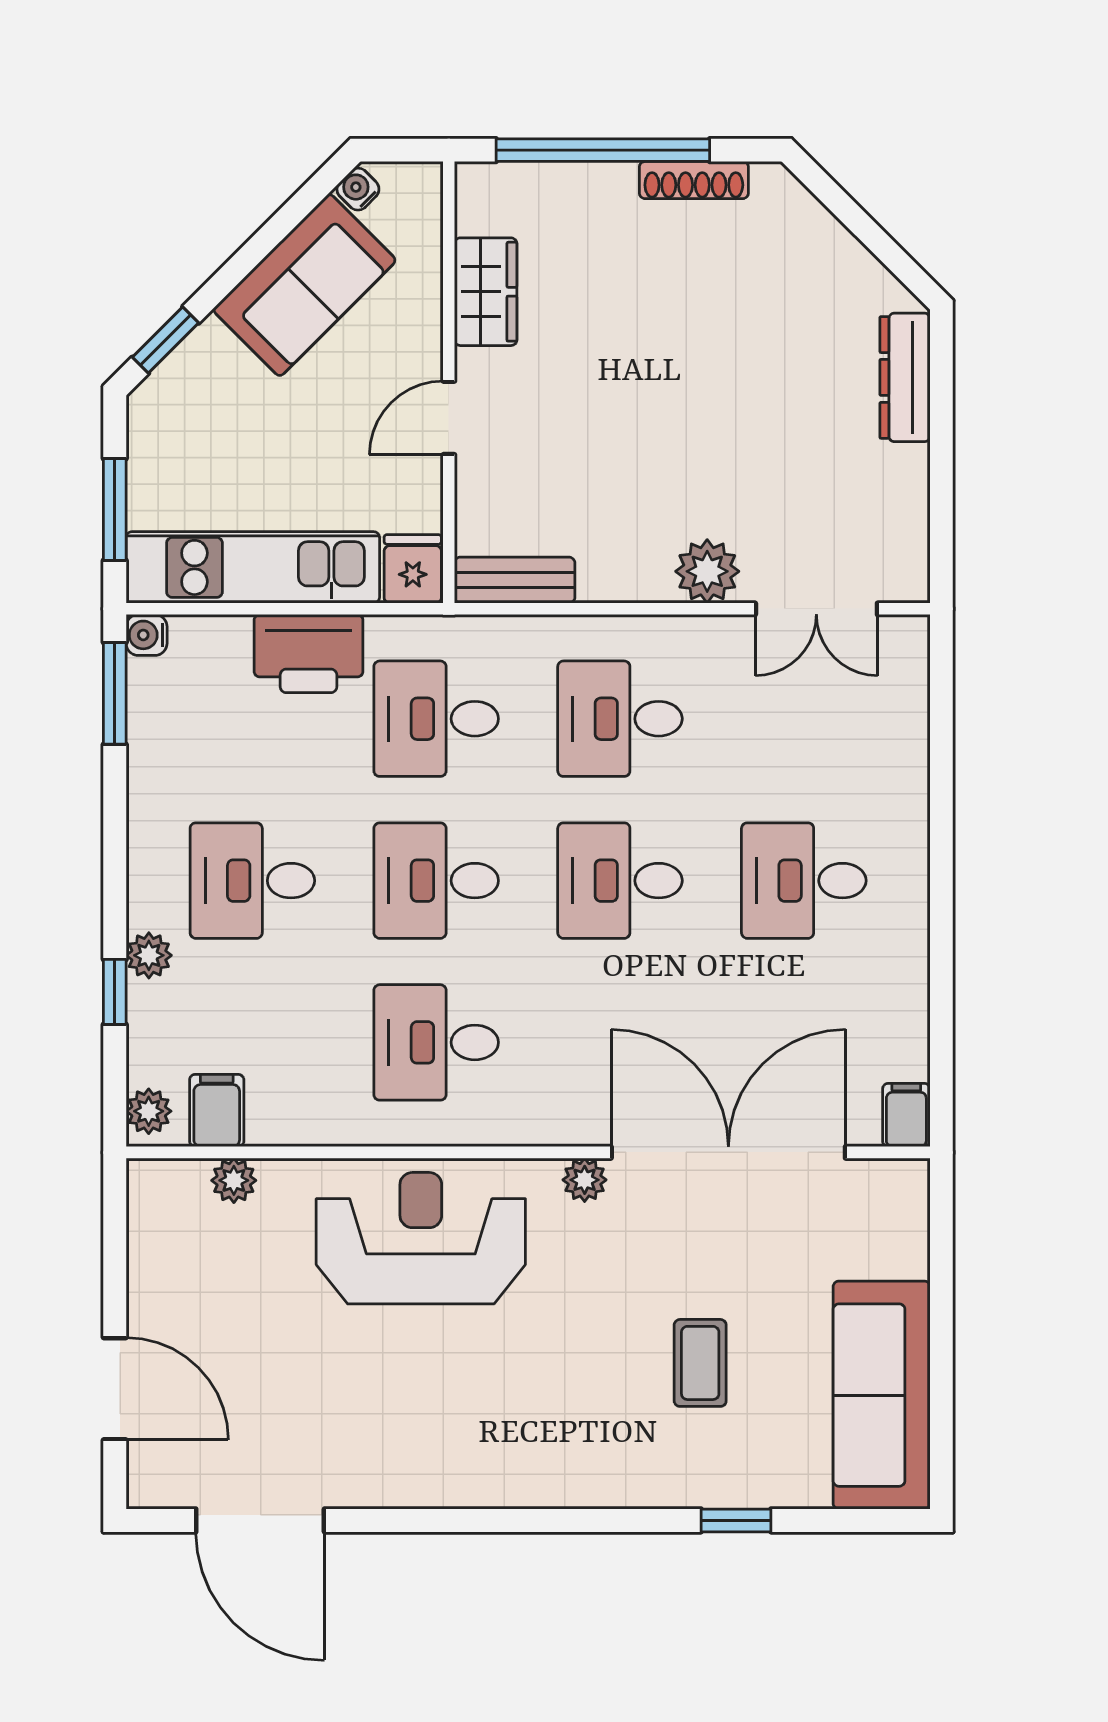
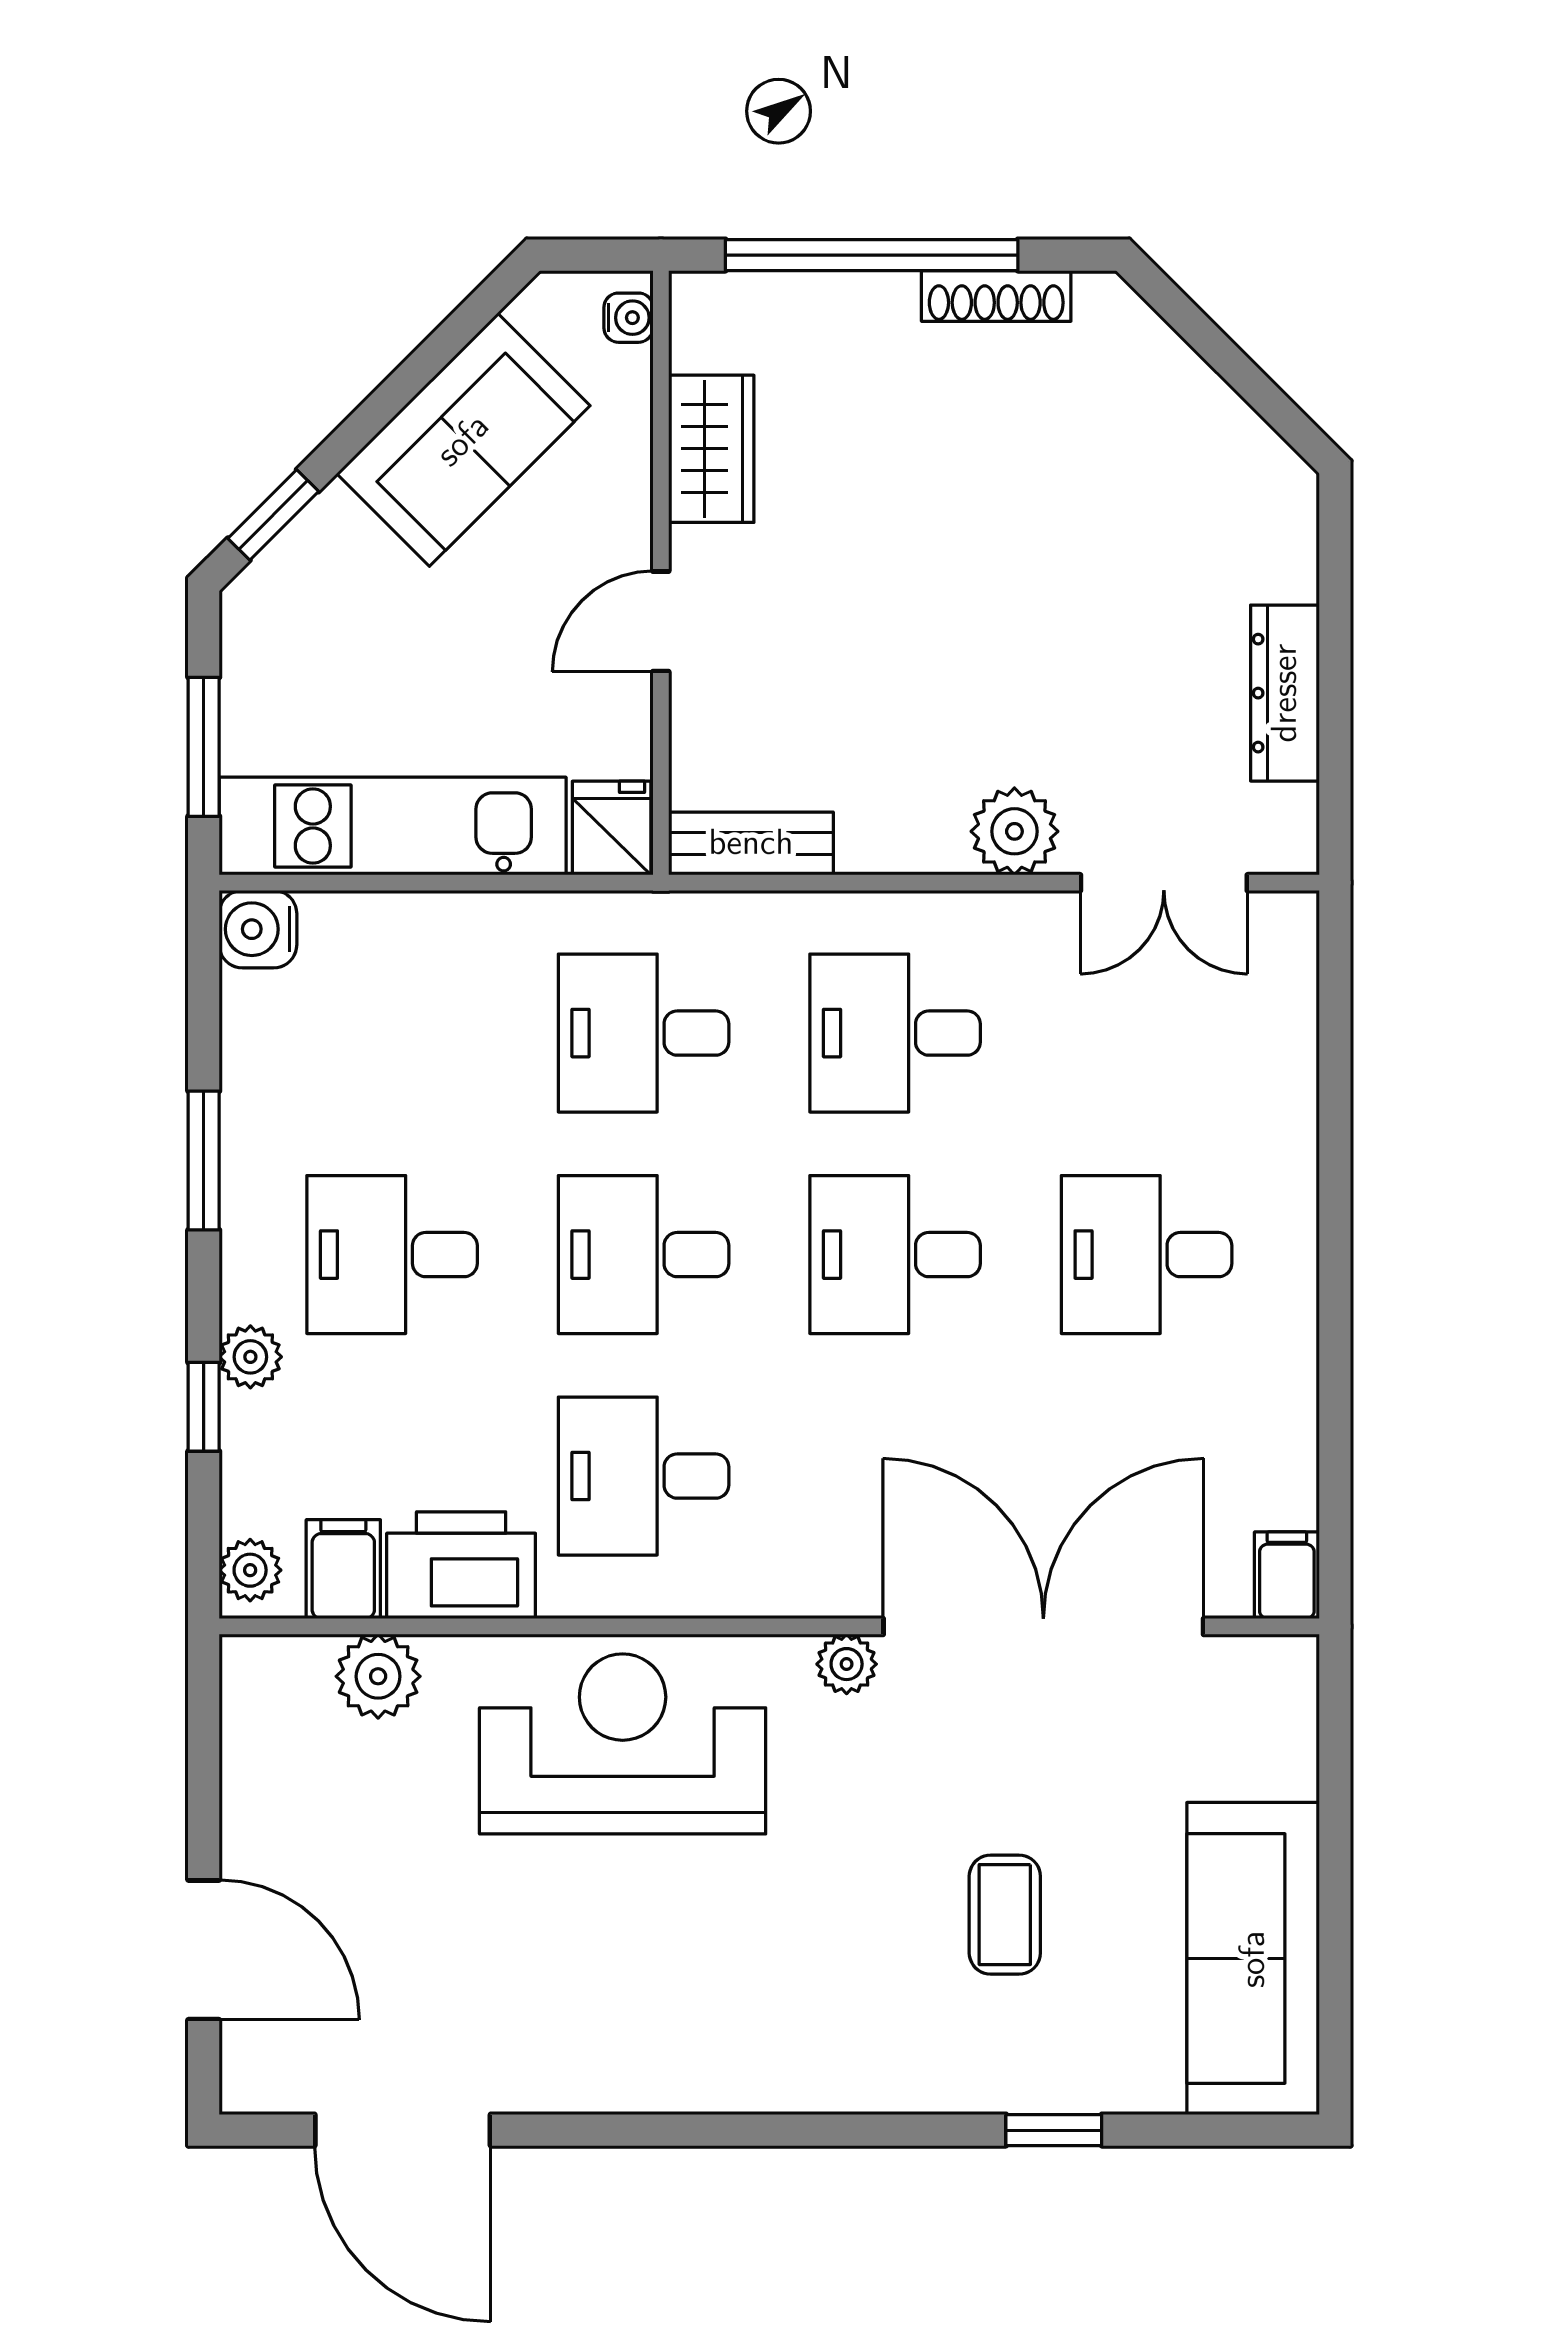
water cooler: (358, 189) -> (628, 318), moved, turned 135
dresser: (905, 377) -> (1285, 693), moved
water cooler: (147, 635) -> (258, 929), width x1.38, depth x1.38
printer: (309, 654) -> (461, 1565), moved, turned 180
window: (115, 693) -> (204, 1161), moved
plant: (234, 1180) -> (378, 1676), width x1.38, depth x1.38

